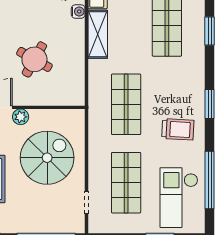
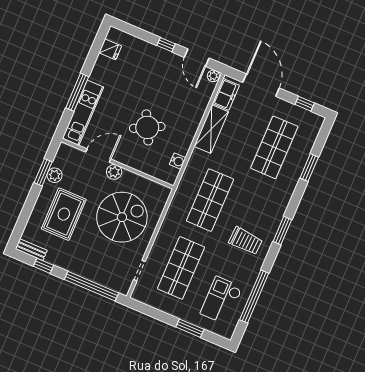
water cooler: (78, 12) -> (178, 161), moved
round table: (34, 59) -> (147, 127), turned 34
checkout: (179, 198) -> (221, 300), width x0.73, depth x0.83

